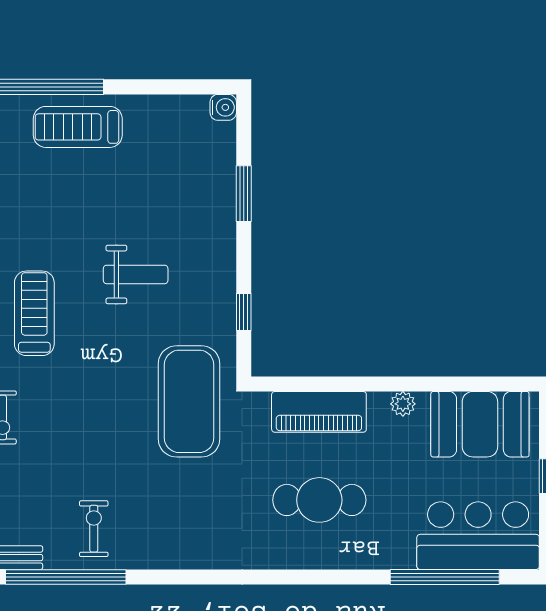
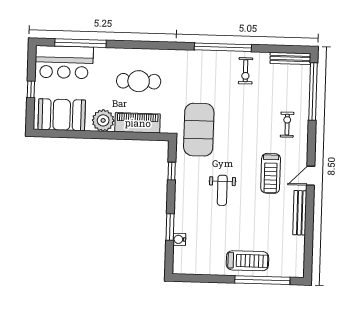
water cooler: (223, 107) -> (179, 239), moved
weight bench: (136, 274) -> (222, 190), turned -90
plant: (403, 404) -> (103, 120), width x1.88, depth x1.88
window: (66, 577) -> (223, 47), moved

